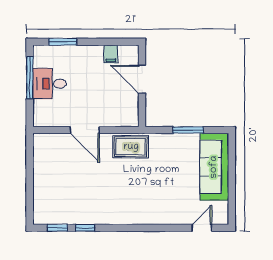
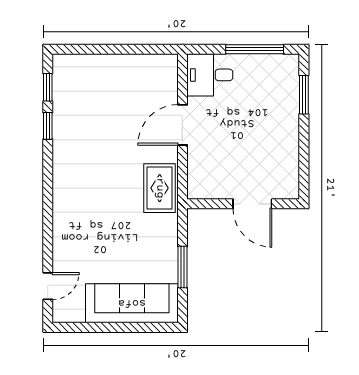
filing cabinet: (111, 54) -> (287, 161), removed
door: (142, 79) -> (252, 204), swing flipped
desk: (50, 84) -> (210, 75), moved, turned -90
door: (202, 228) -> (48, 286), hinge flipped

